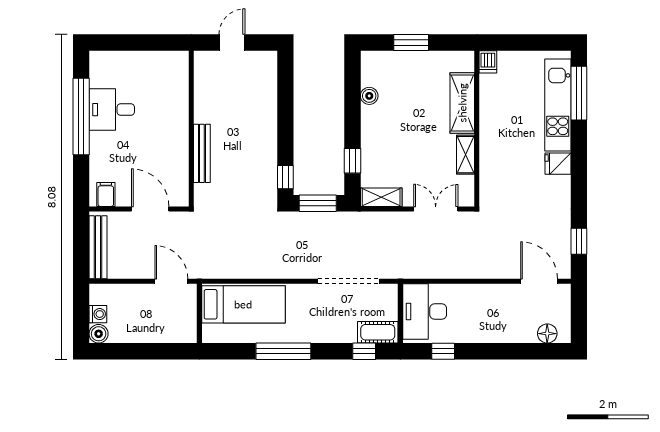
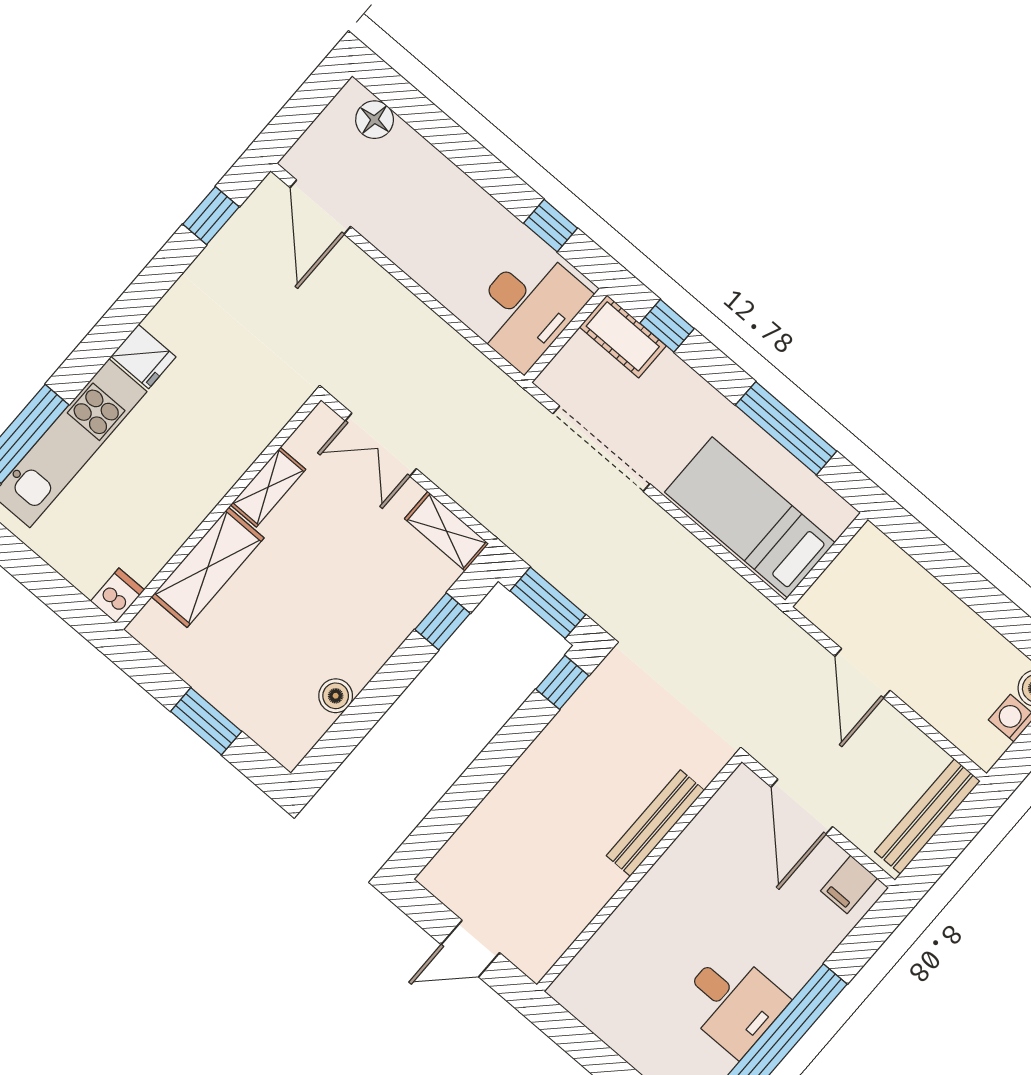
bed: (243, 304) -> (750, 517), moved
wall: (199, 313) -> (826, 560), moved

